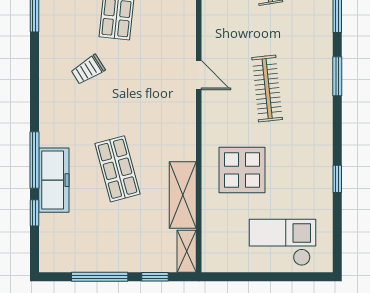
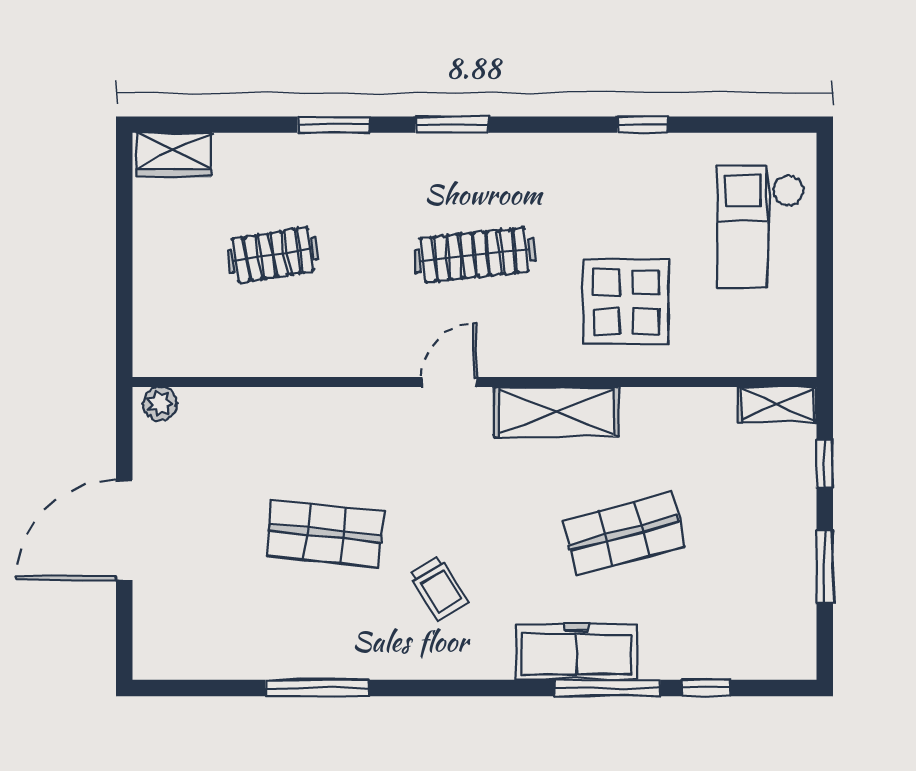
freezer: (54, 180) -> (576, 652), moved
shelving: (183, 195) -> (556, 412), moved
window: (100, 277) -> (825, 567), width x0.69

